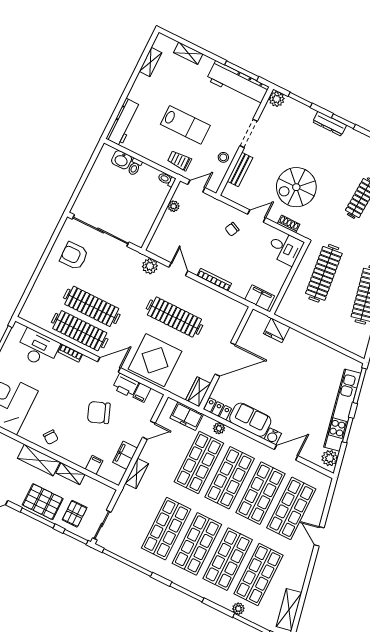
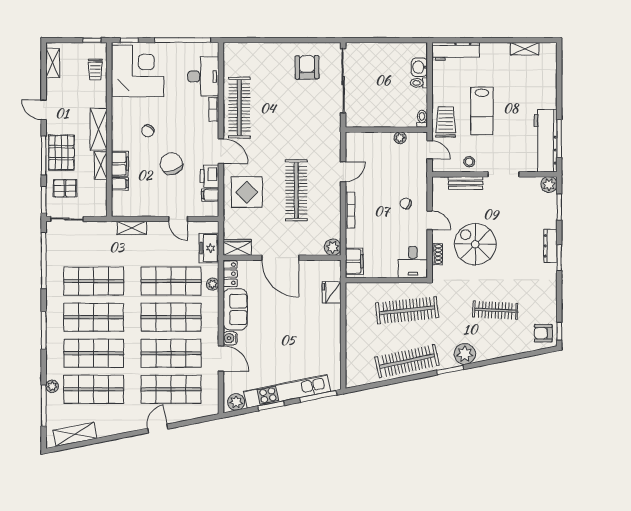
shelving: (188, 53) -> (551, 80), removed
trolley: (179, 161) -> (446, 122), width x1.36, depth x1.39
plant: (150, 266) -> (333, 247), moved
clothes rail: (92, 306) -> (268, 108), removed
display table: (155, 360) -> (247, 192), width x0.73, depth x0.73
chair: (51, 437) -> (148, 131), moved
filing cabinet: (125, 455) -> (120, 164), moved, turned 90

